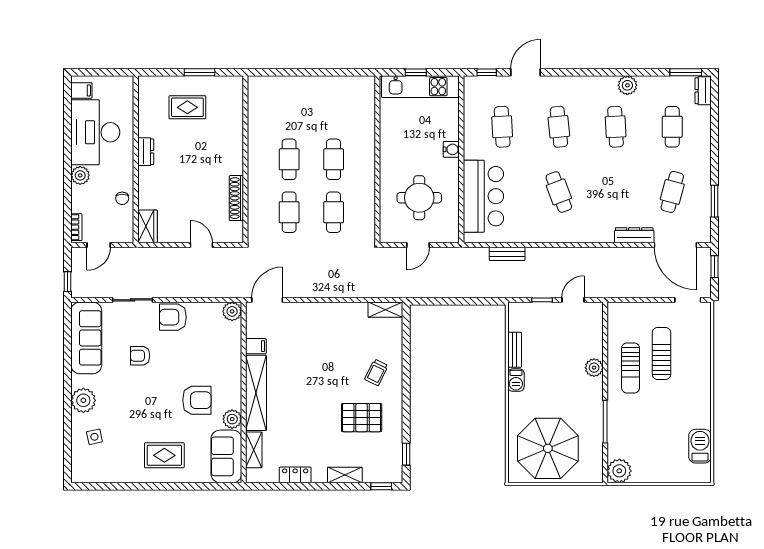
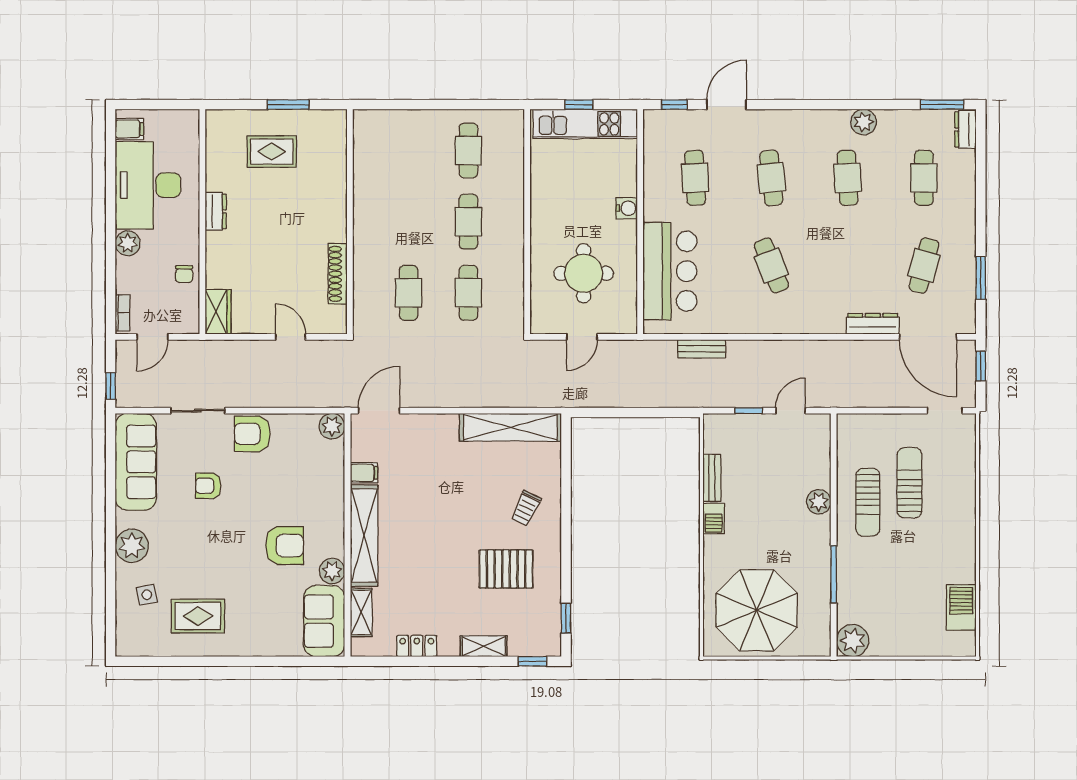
cafe table: (289, 159) -> (468, 151), moved
shelving: (385, 310) -> (510, 427), width x2.20, depth x1.33
rug: (164, 455) -> (198, 616), moved

